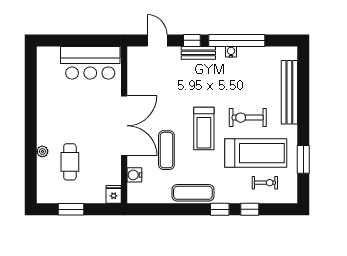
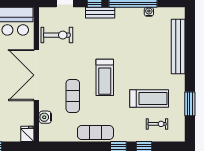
water cooler: (231, 52) -> (149, 12), moved
exercise bike: (248, 118) -> (57, 35), moved, turned 180
double door: (124, 126) -> (36, 75), swing flipped
treadmill: (256, 153) -> (149, 98), width x0.73, depth x0.73

